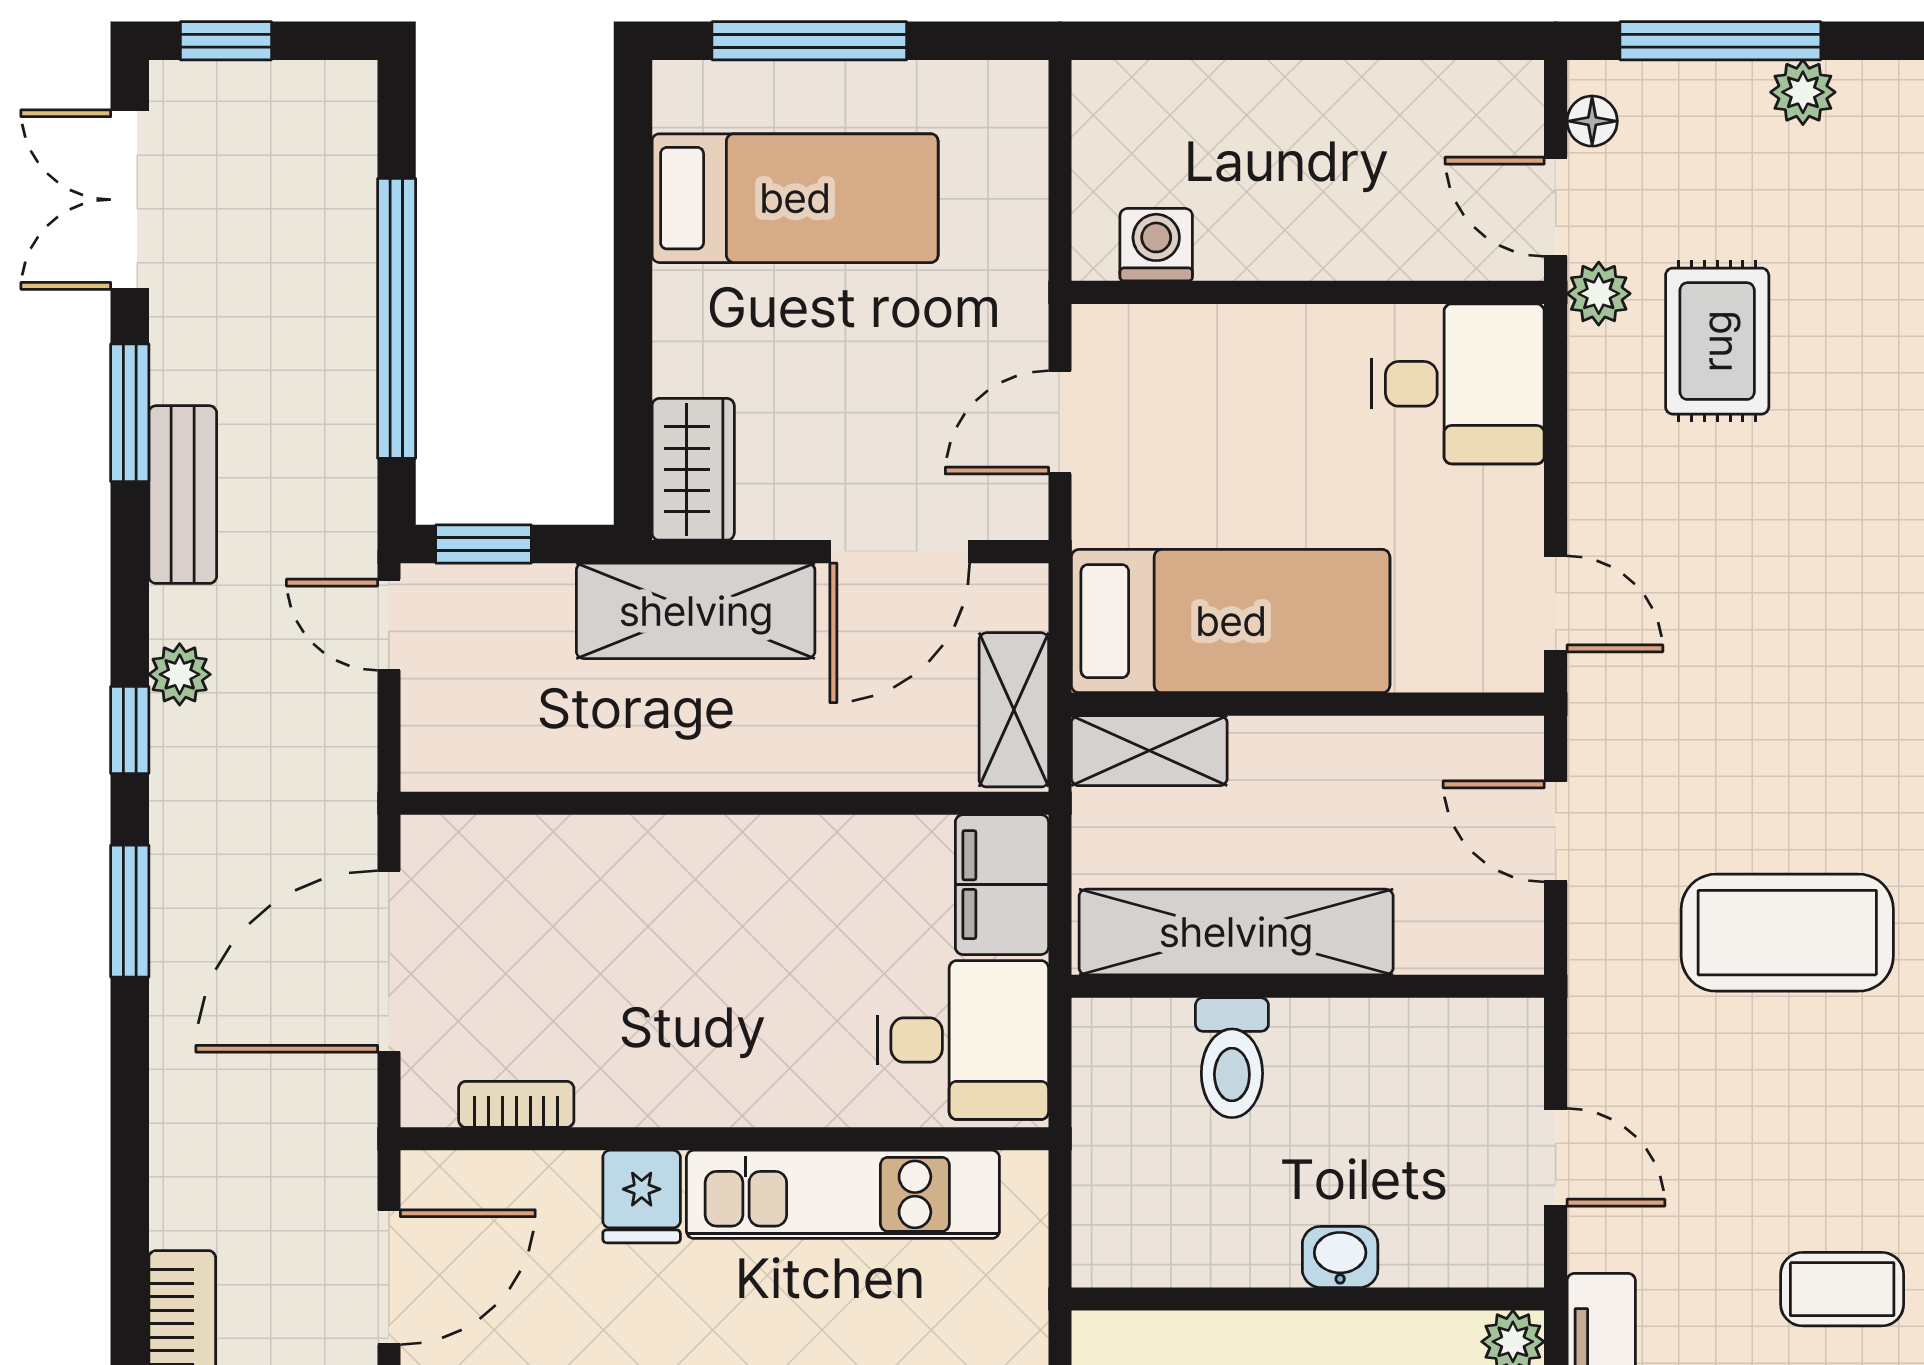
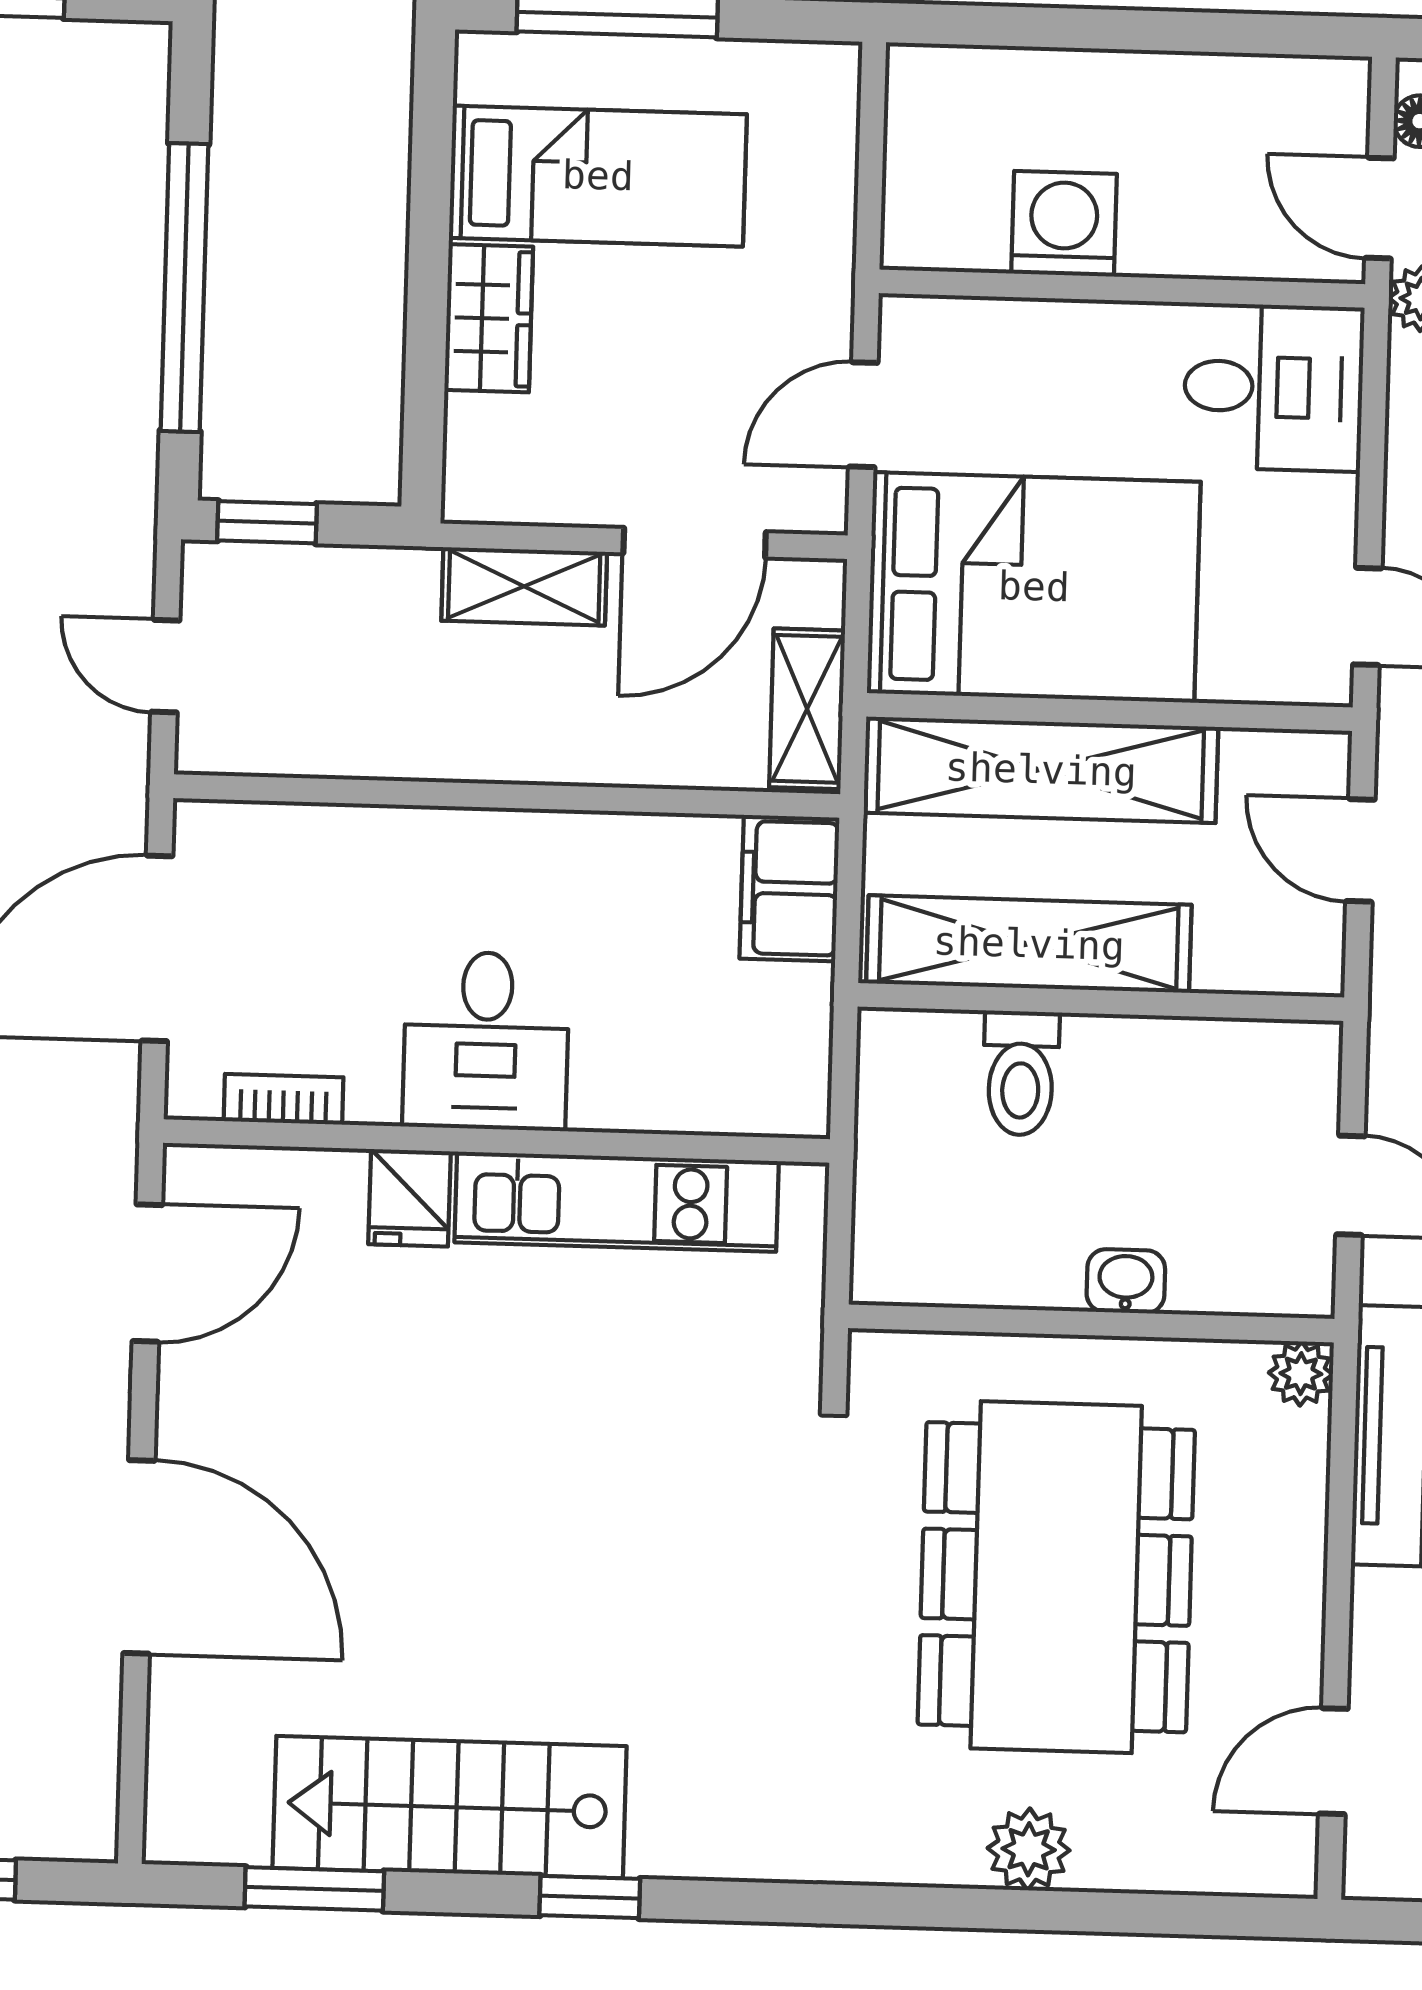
washing machine: (1156, 245) -> (1064, 224), moved, width x1.38, depth x1.38
wardrobe: (693, 469) -> (489, 318), moved
shelving: (696, 611) -> (524, 586), width x0.67, depth x0.75
bed: (1231, 621) -> (1034, 587), width x1.50
door: (389, 625) -> (165, 666), moved
shelving: (1149, 751) -> (1041, 770), width x2.20, depth x1.33
desk: (963, 1040) -> (486, 1041), moved, turned 90

